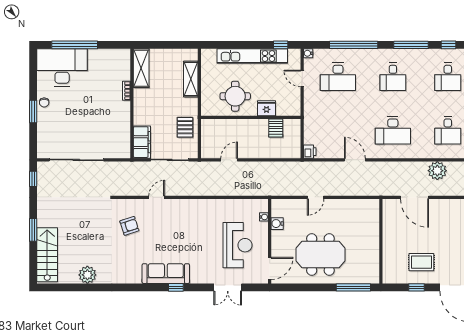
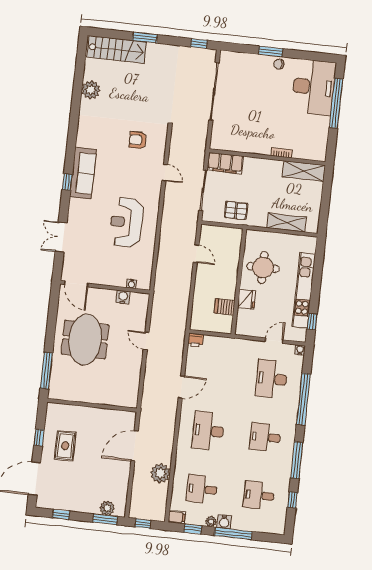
armchair: (129, 226) -> (138, 140), turned 108
reception desk: (238, 245) -> (126, 222), moved, turned 90

